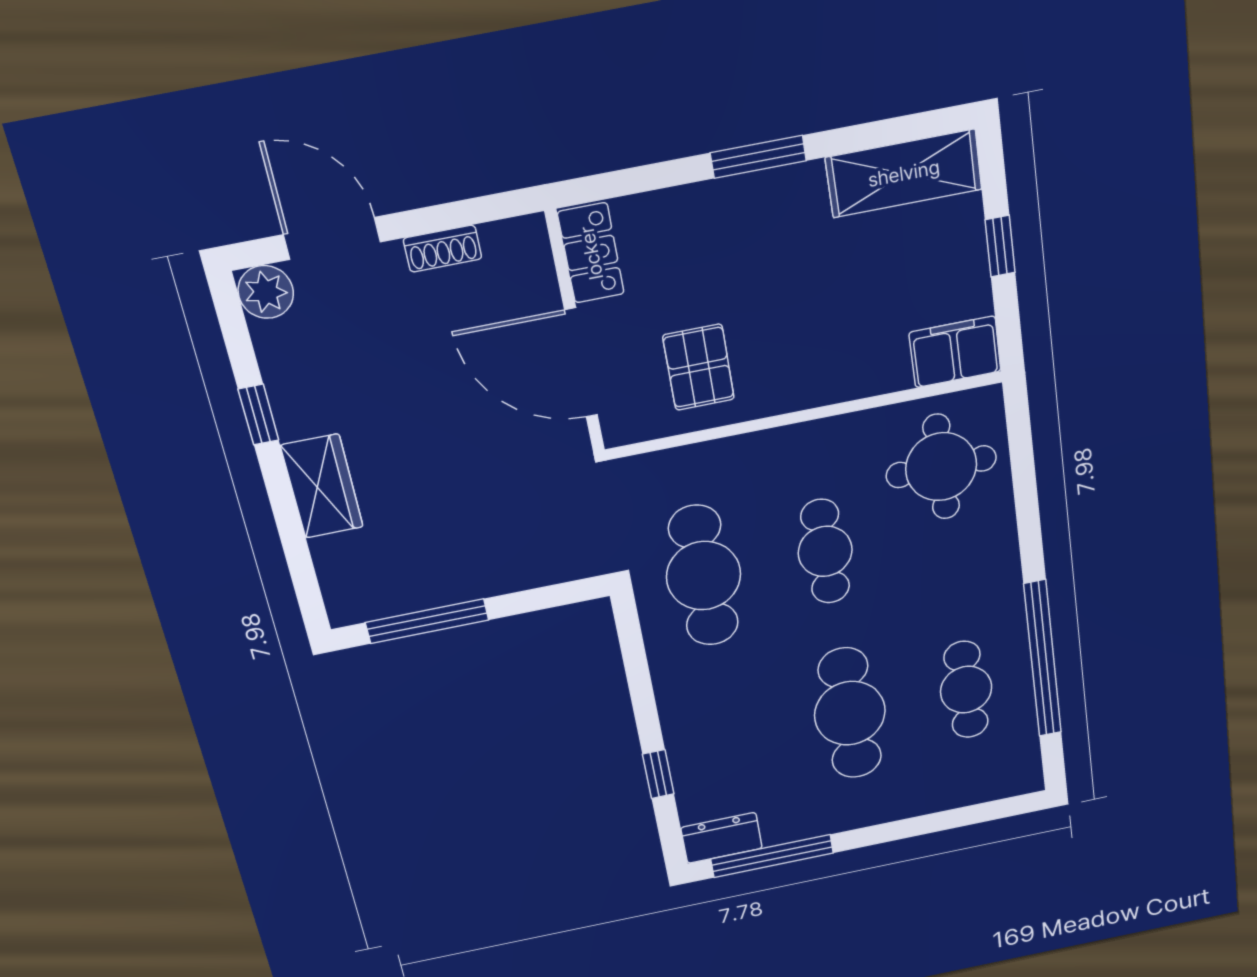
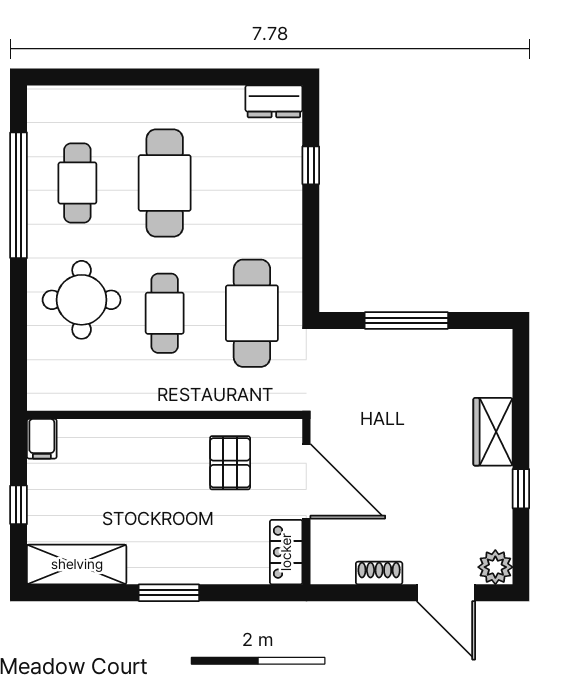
filing cabinet: (955, 352) -> (42, 439), width x0.50
round table: (941, 467) -> (82, 300), moved
window: (427, 621) -> (406, 320), moved
window: (772, 856) -> (239, 77), removed

